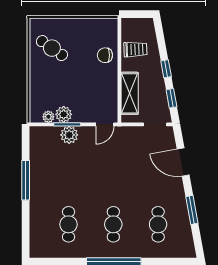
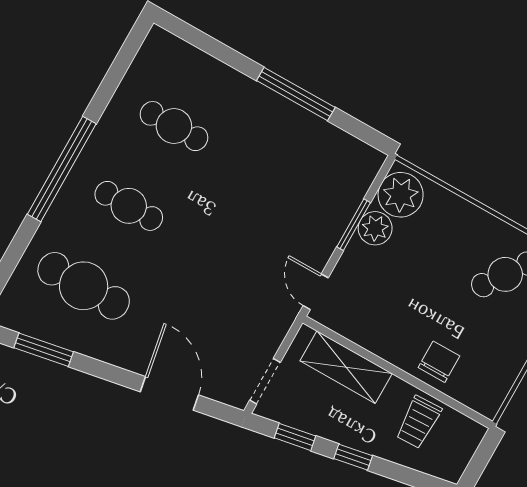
plant: (48, 117) -> (401, 195), width x1.87, depth x1.87
plant: (69, 135) -> (333, 217), removed
door: (183, 162) -> (169, 393), hinge flipped
window: (192, 210) -> (44, 350), moved
cafe table: (158, 224) -> (84, 286), width x1.37, depth x1.35

